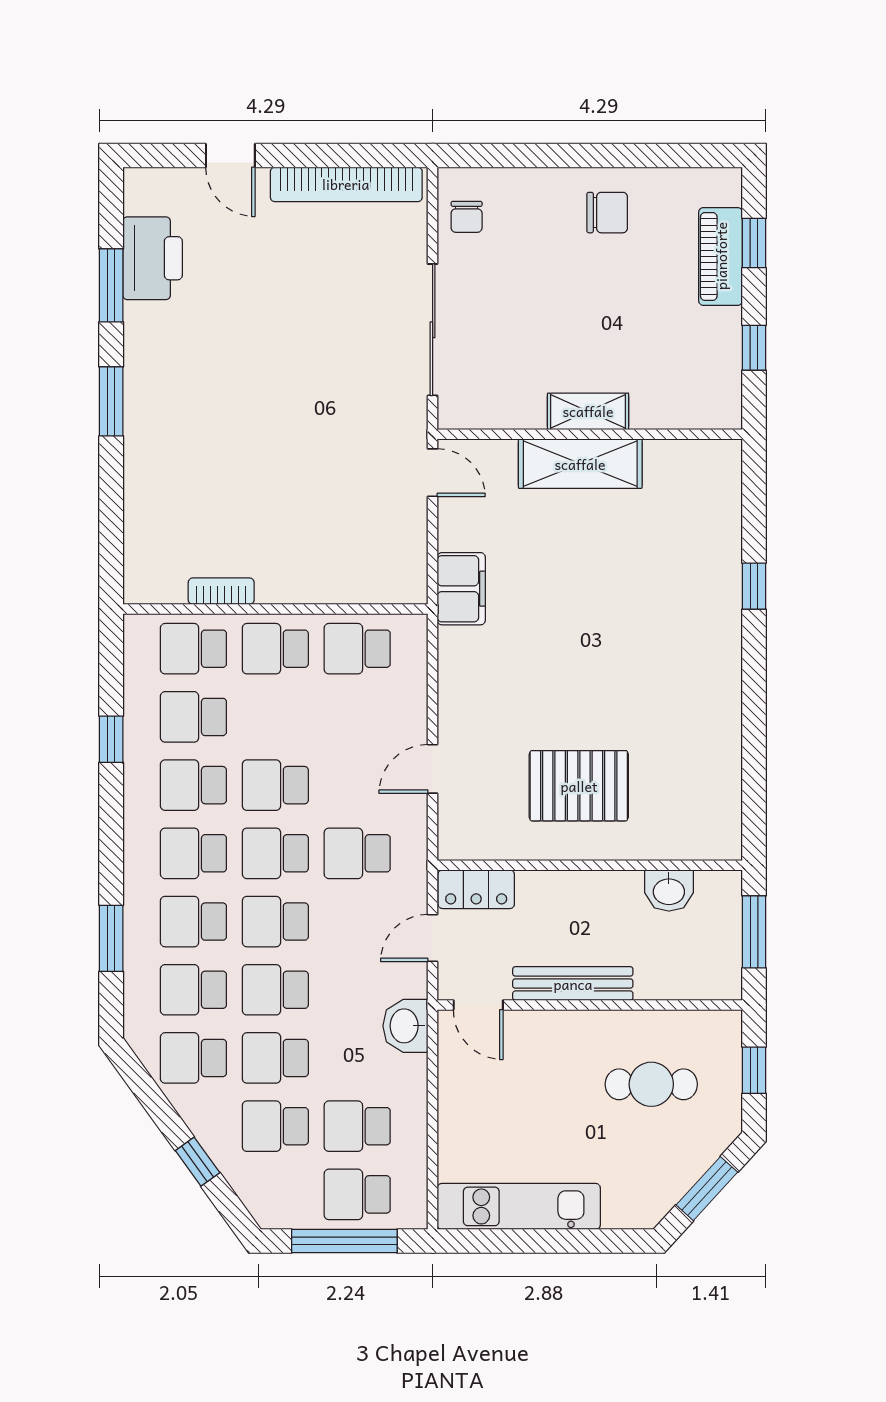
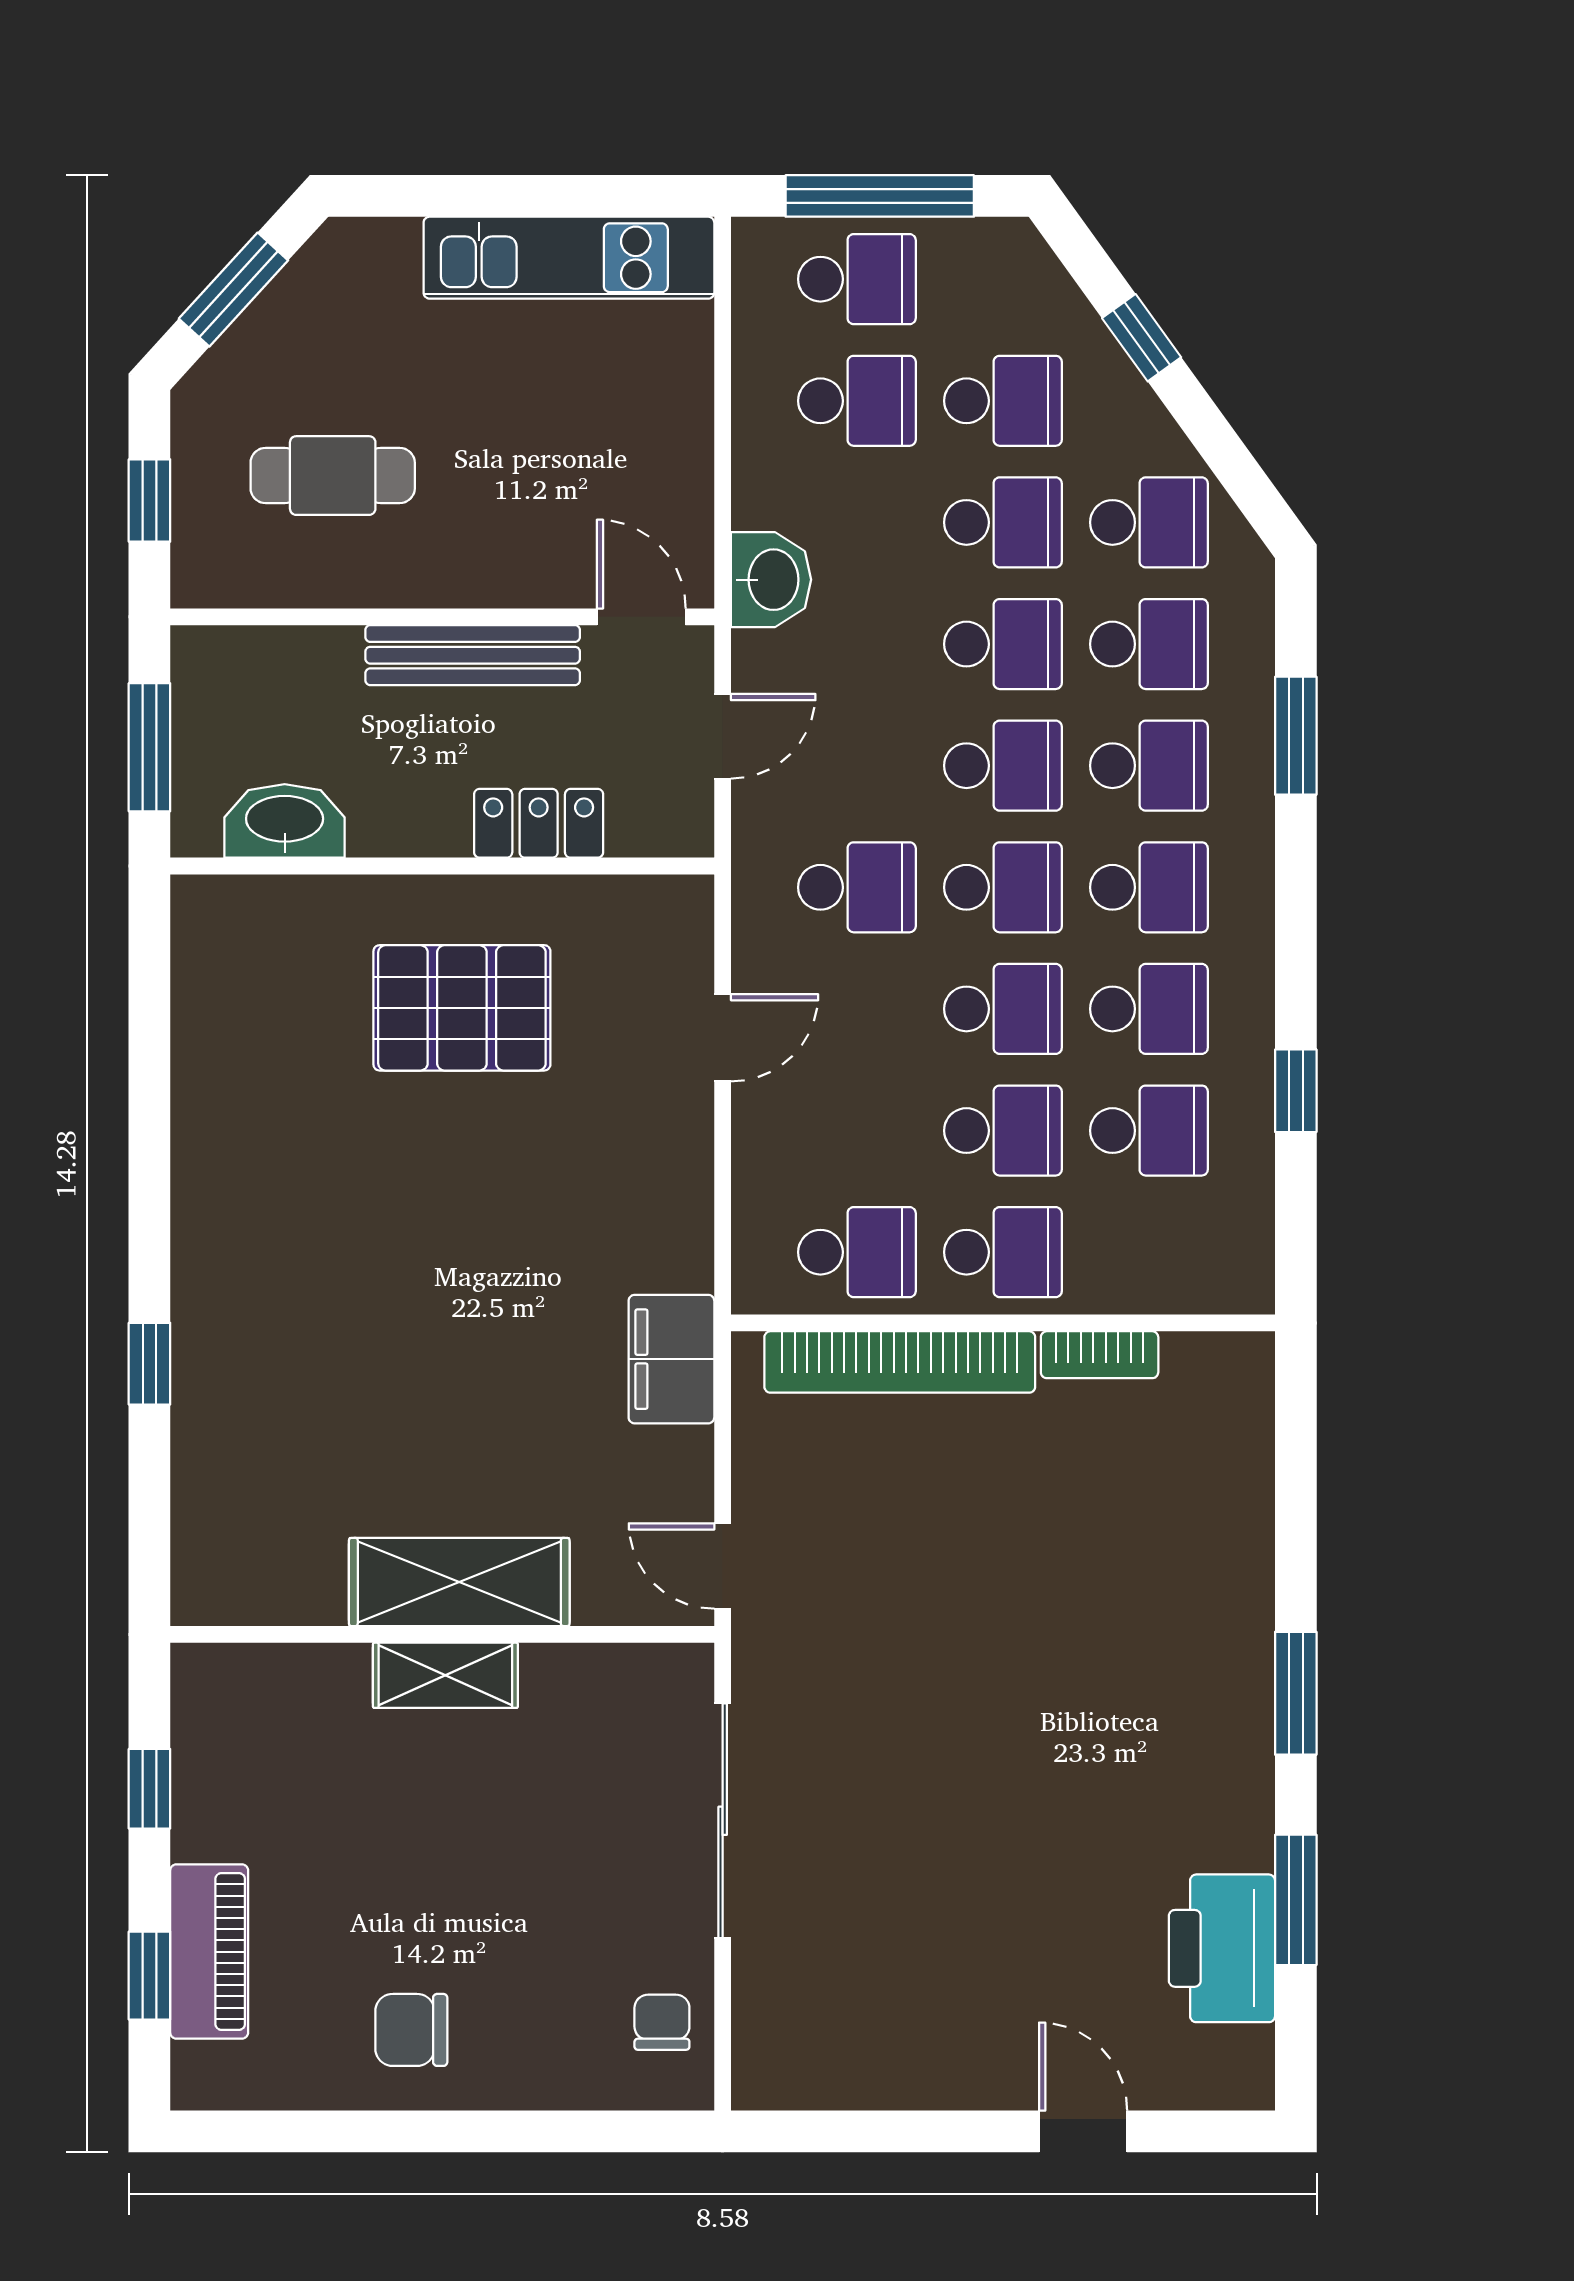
bookcase: (346, 184) -> (900, 1362), moved, turned 180
school desk: (193, 649) -> (1003, 1131), moved
locker: (476, 889) -> (539, 823), moved
washbasin: (669, 891) -> (285, 821), width x1.38

